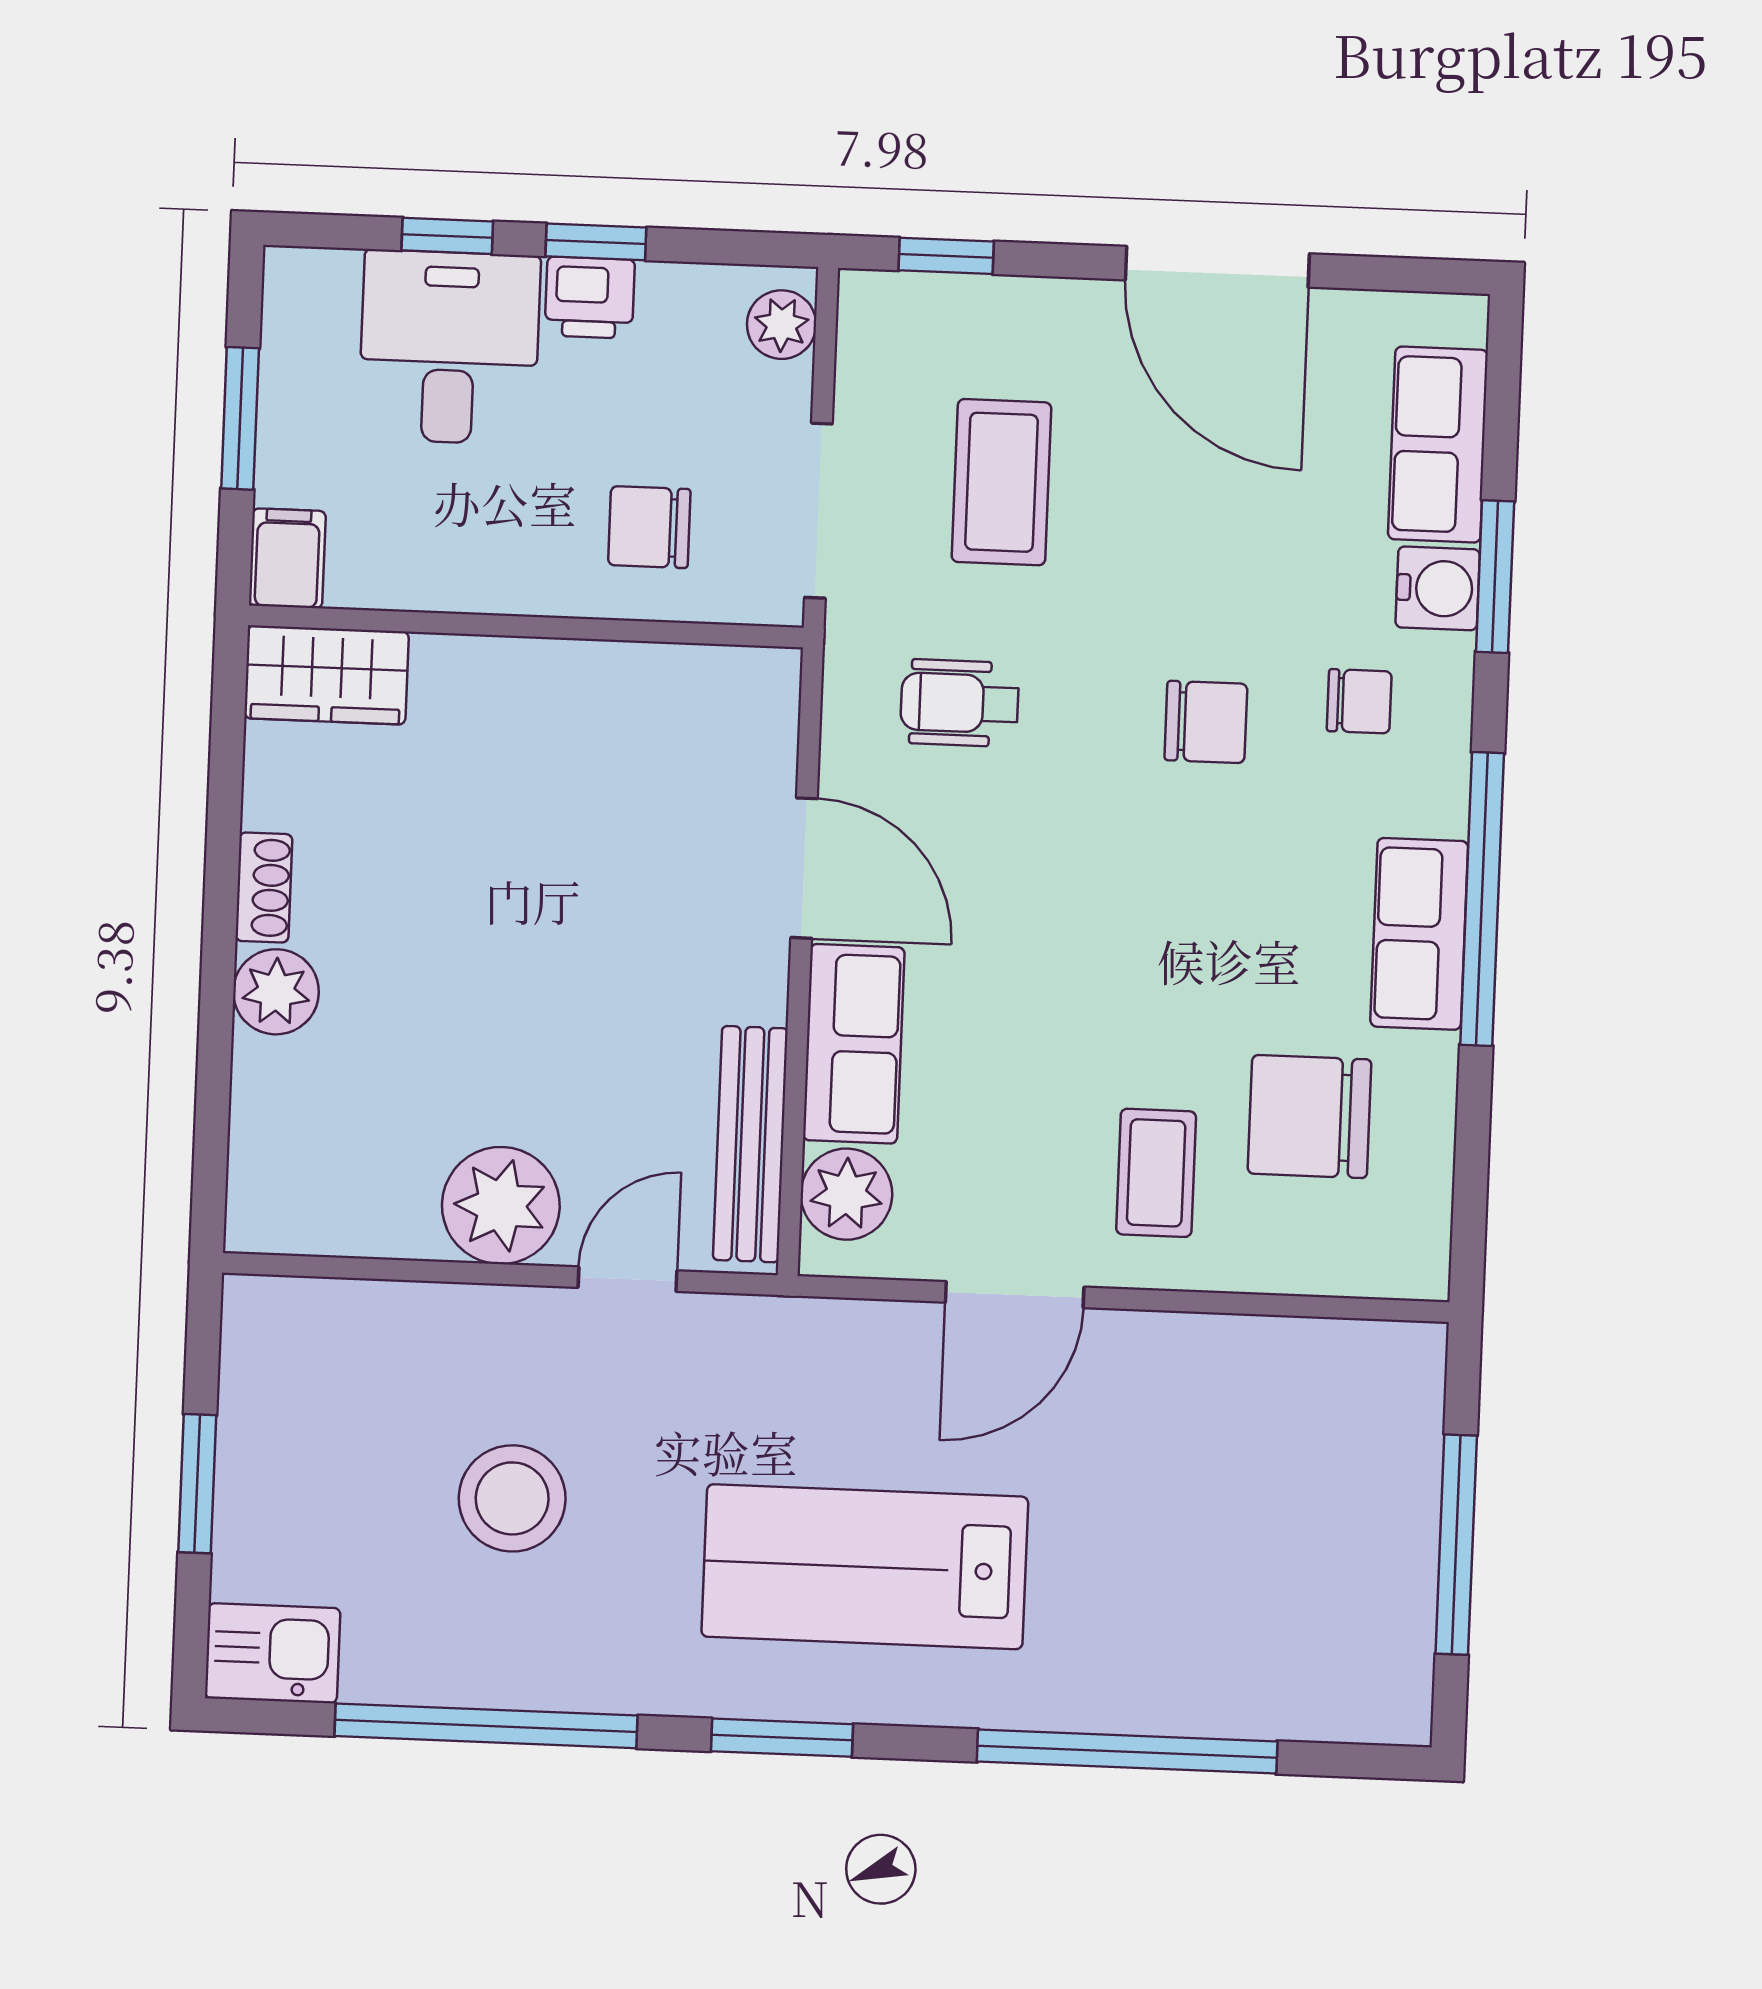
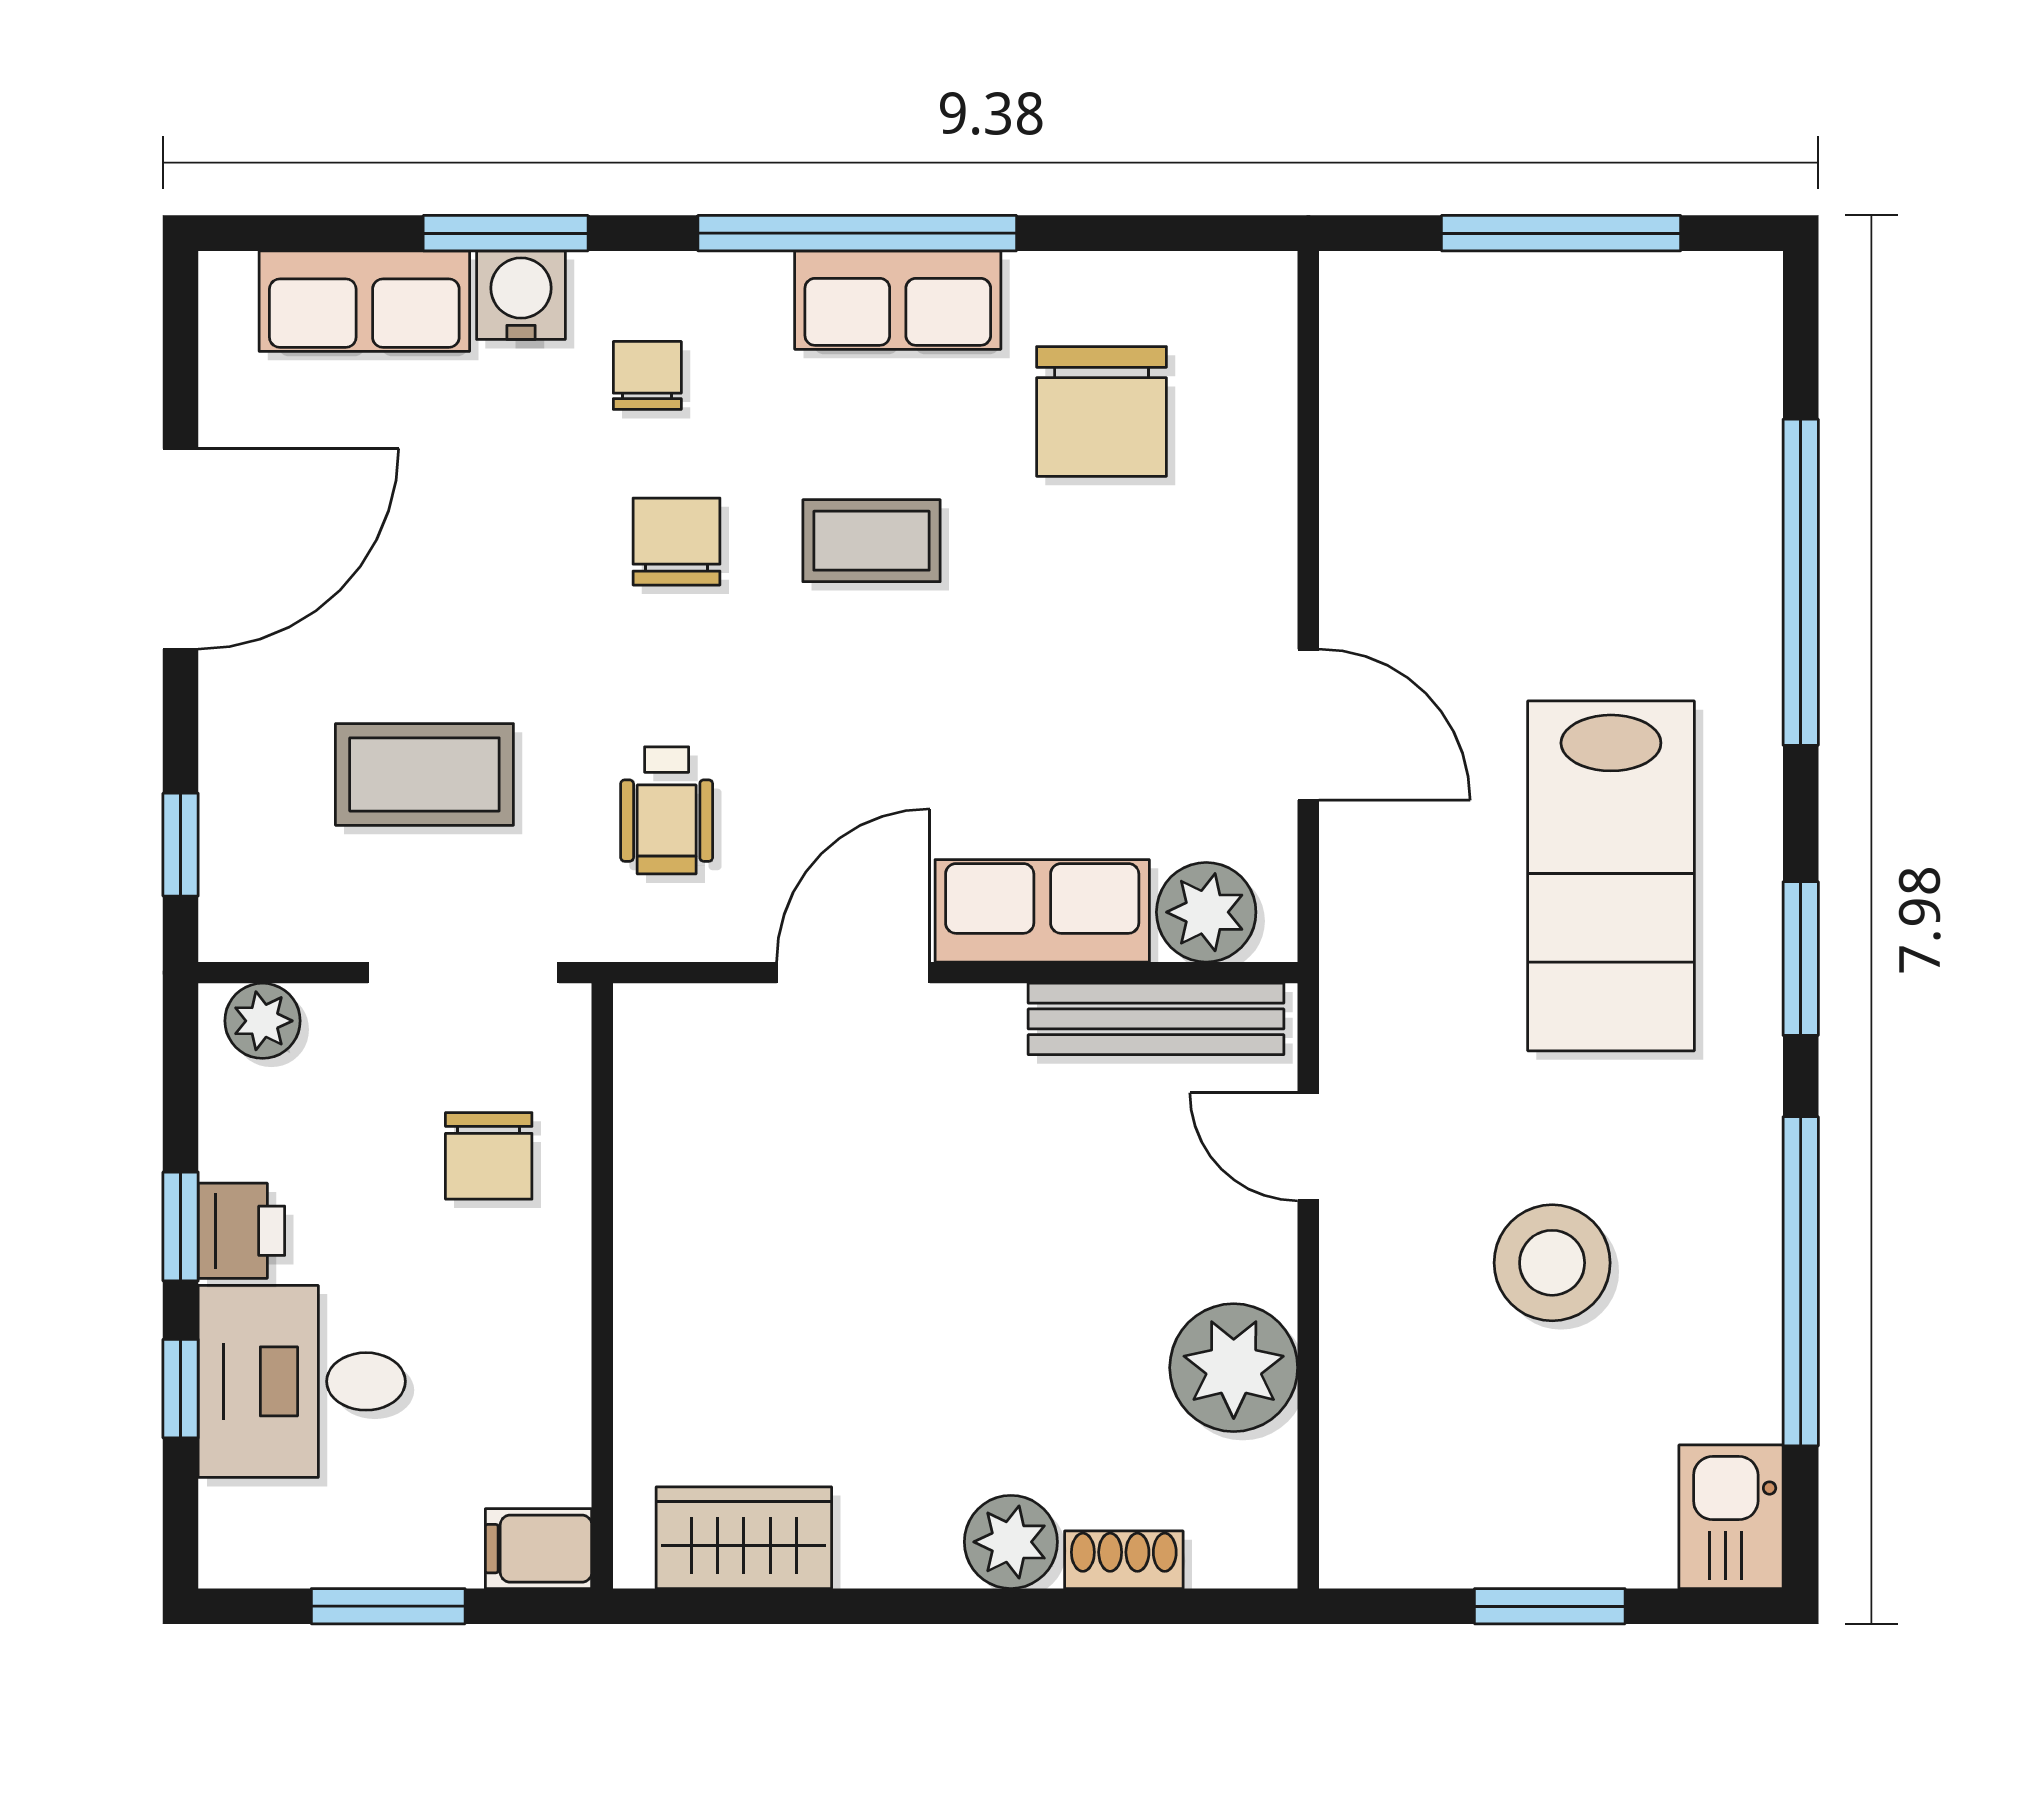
wardrobe: (326, 675) -> (744, 1538), moved, turned -90
shoe rack: (264, 888) -> (1124, 1560), moved
coffee table: (1156, 1173) -> (871, 541), moved
plant: (501, 1206) -> (1234, 1368), moved

